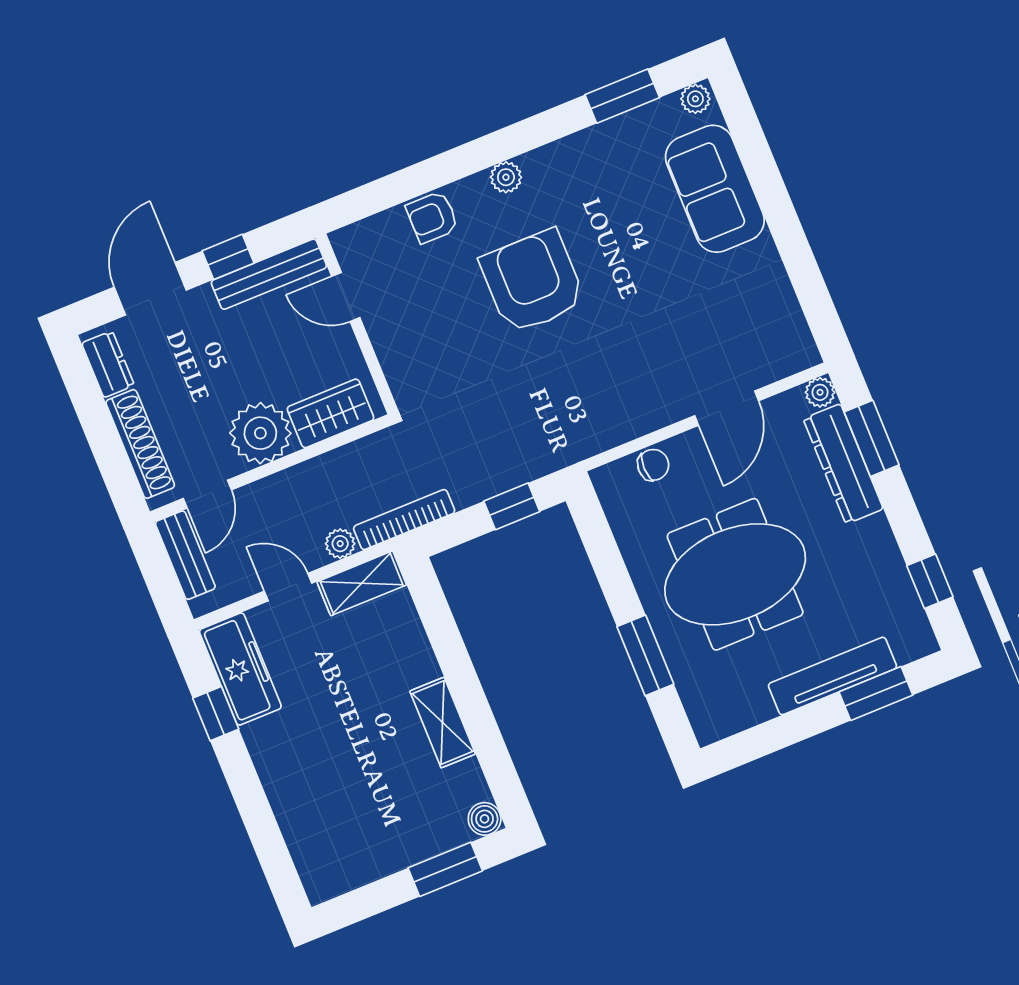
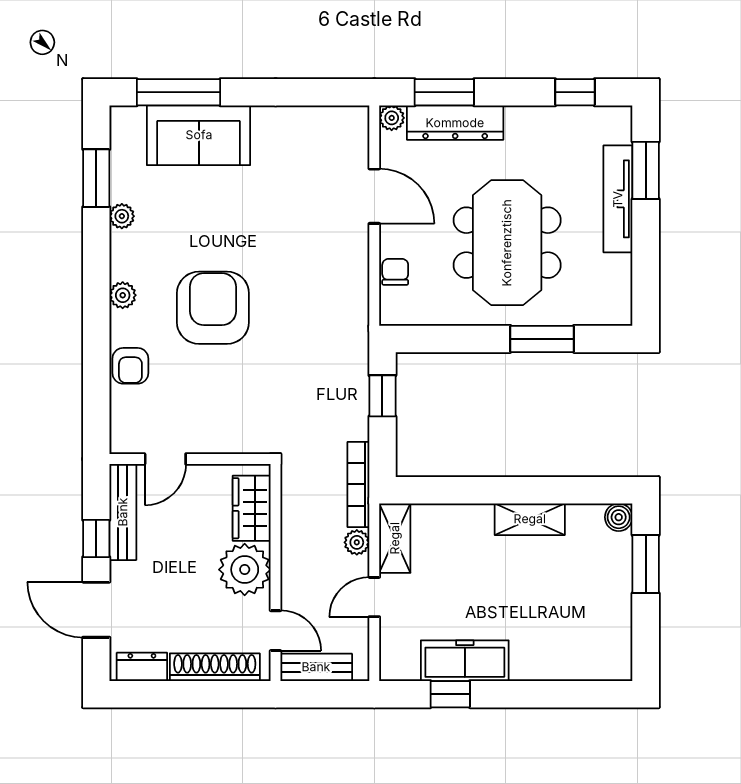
plant: (695, 99) -> (122, 216), moved
window: (753, 148) -> (179, 92), added
armchair: (533, 282) -> (213, 308), turned 90
freezer: (240, 669) -> (465, 661), moved

